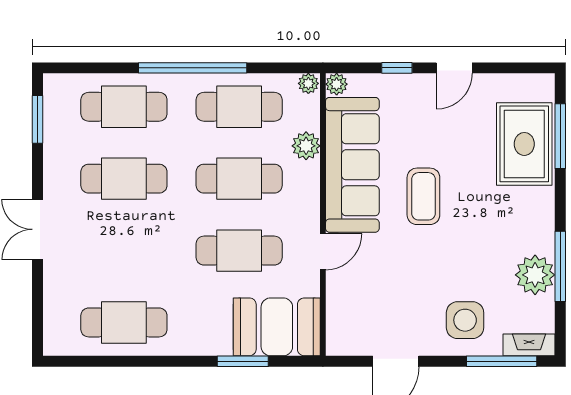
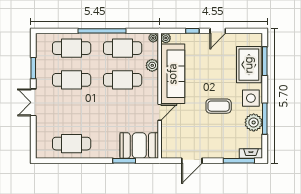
window: (37, 119) -> (33, 68), moved
coffee table: (423, 196) -> (219, 106), moved, turned 90
cafe table: (239, 251) -> (123, 112), removed
side table: (465, 320) -> (251, 98), moved

